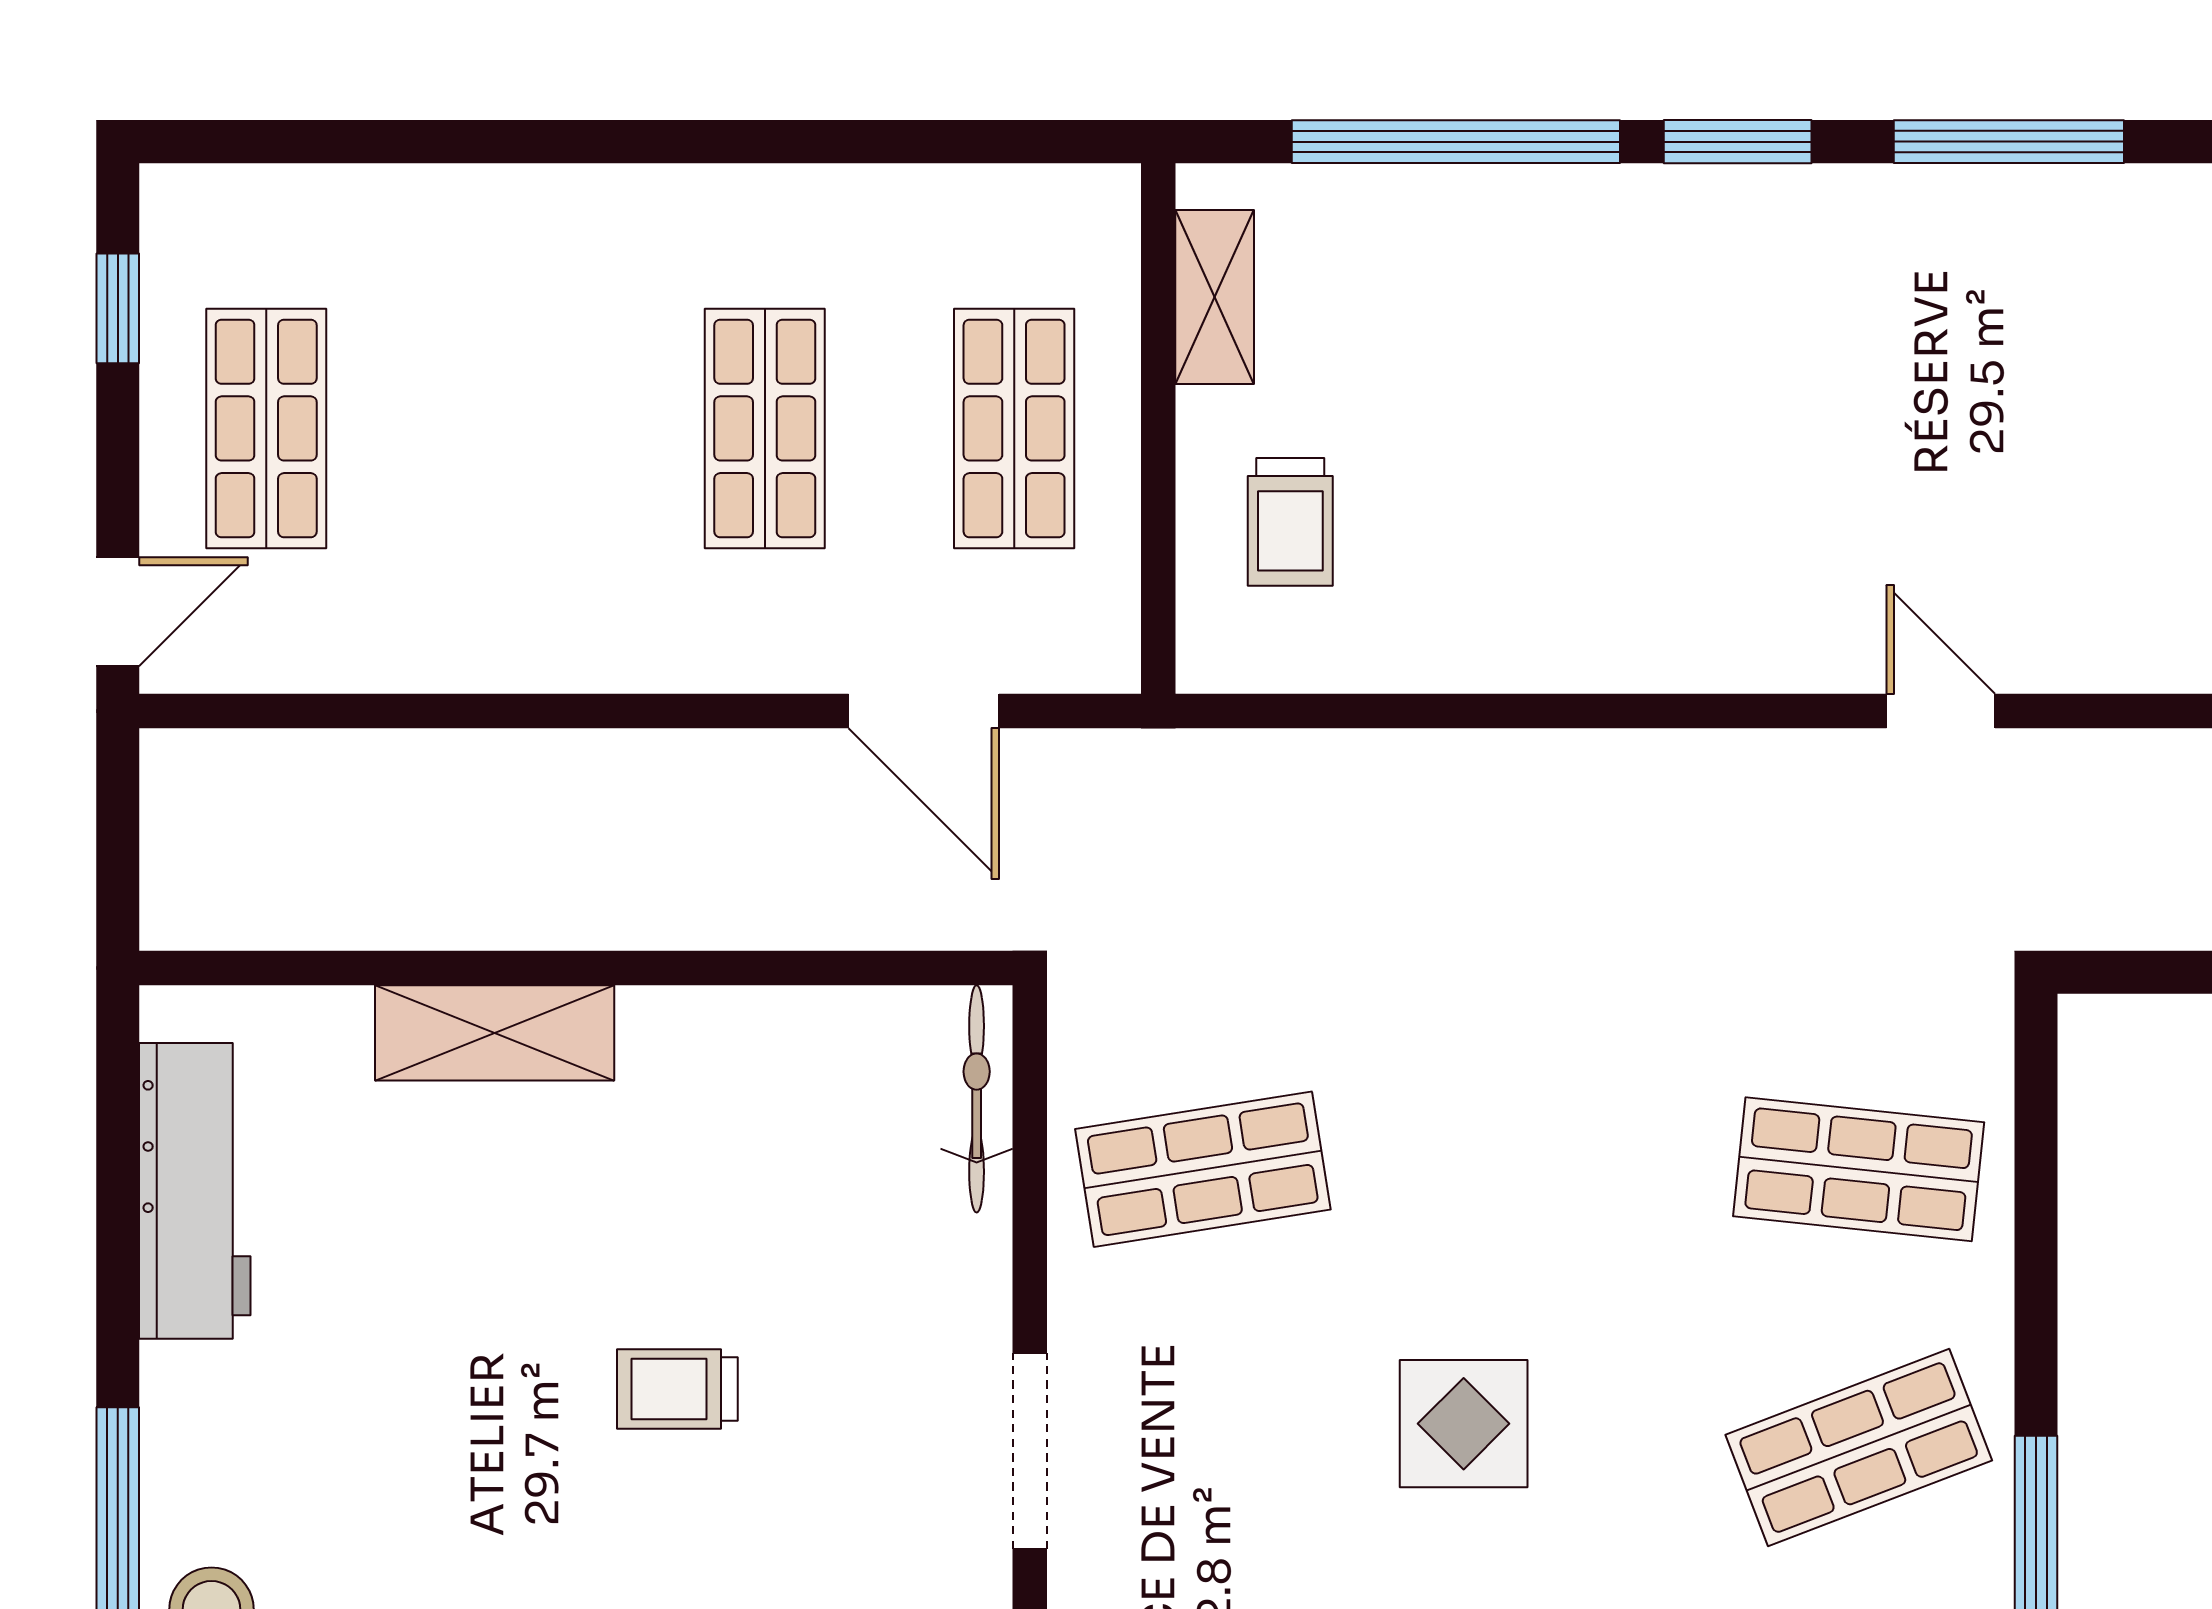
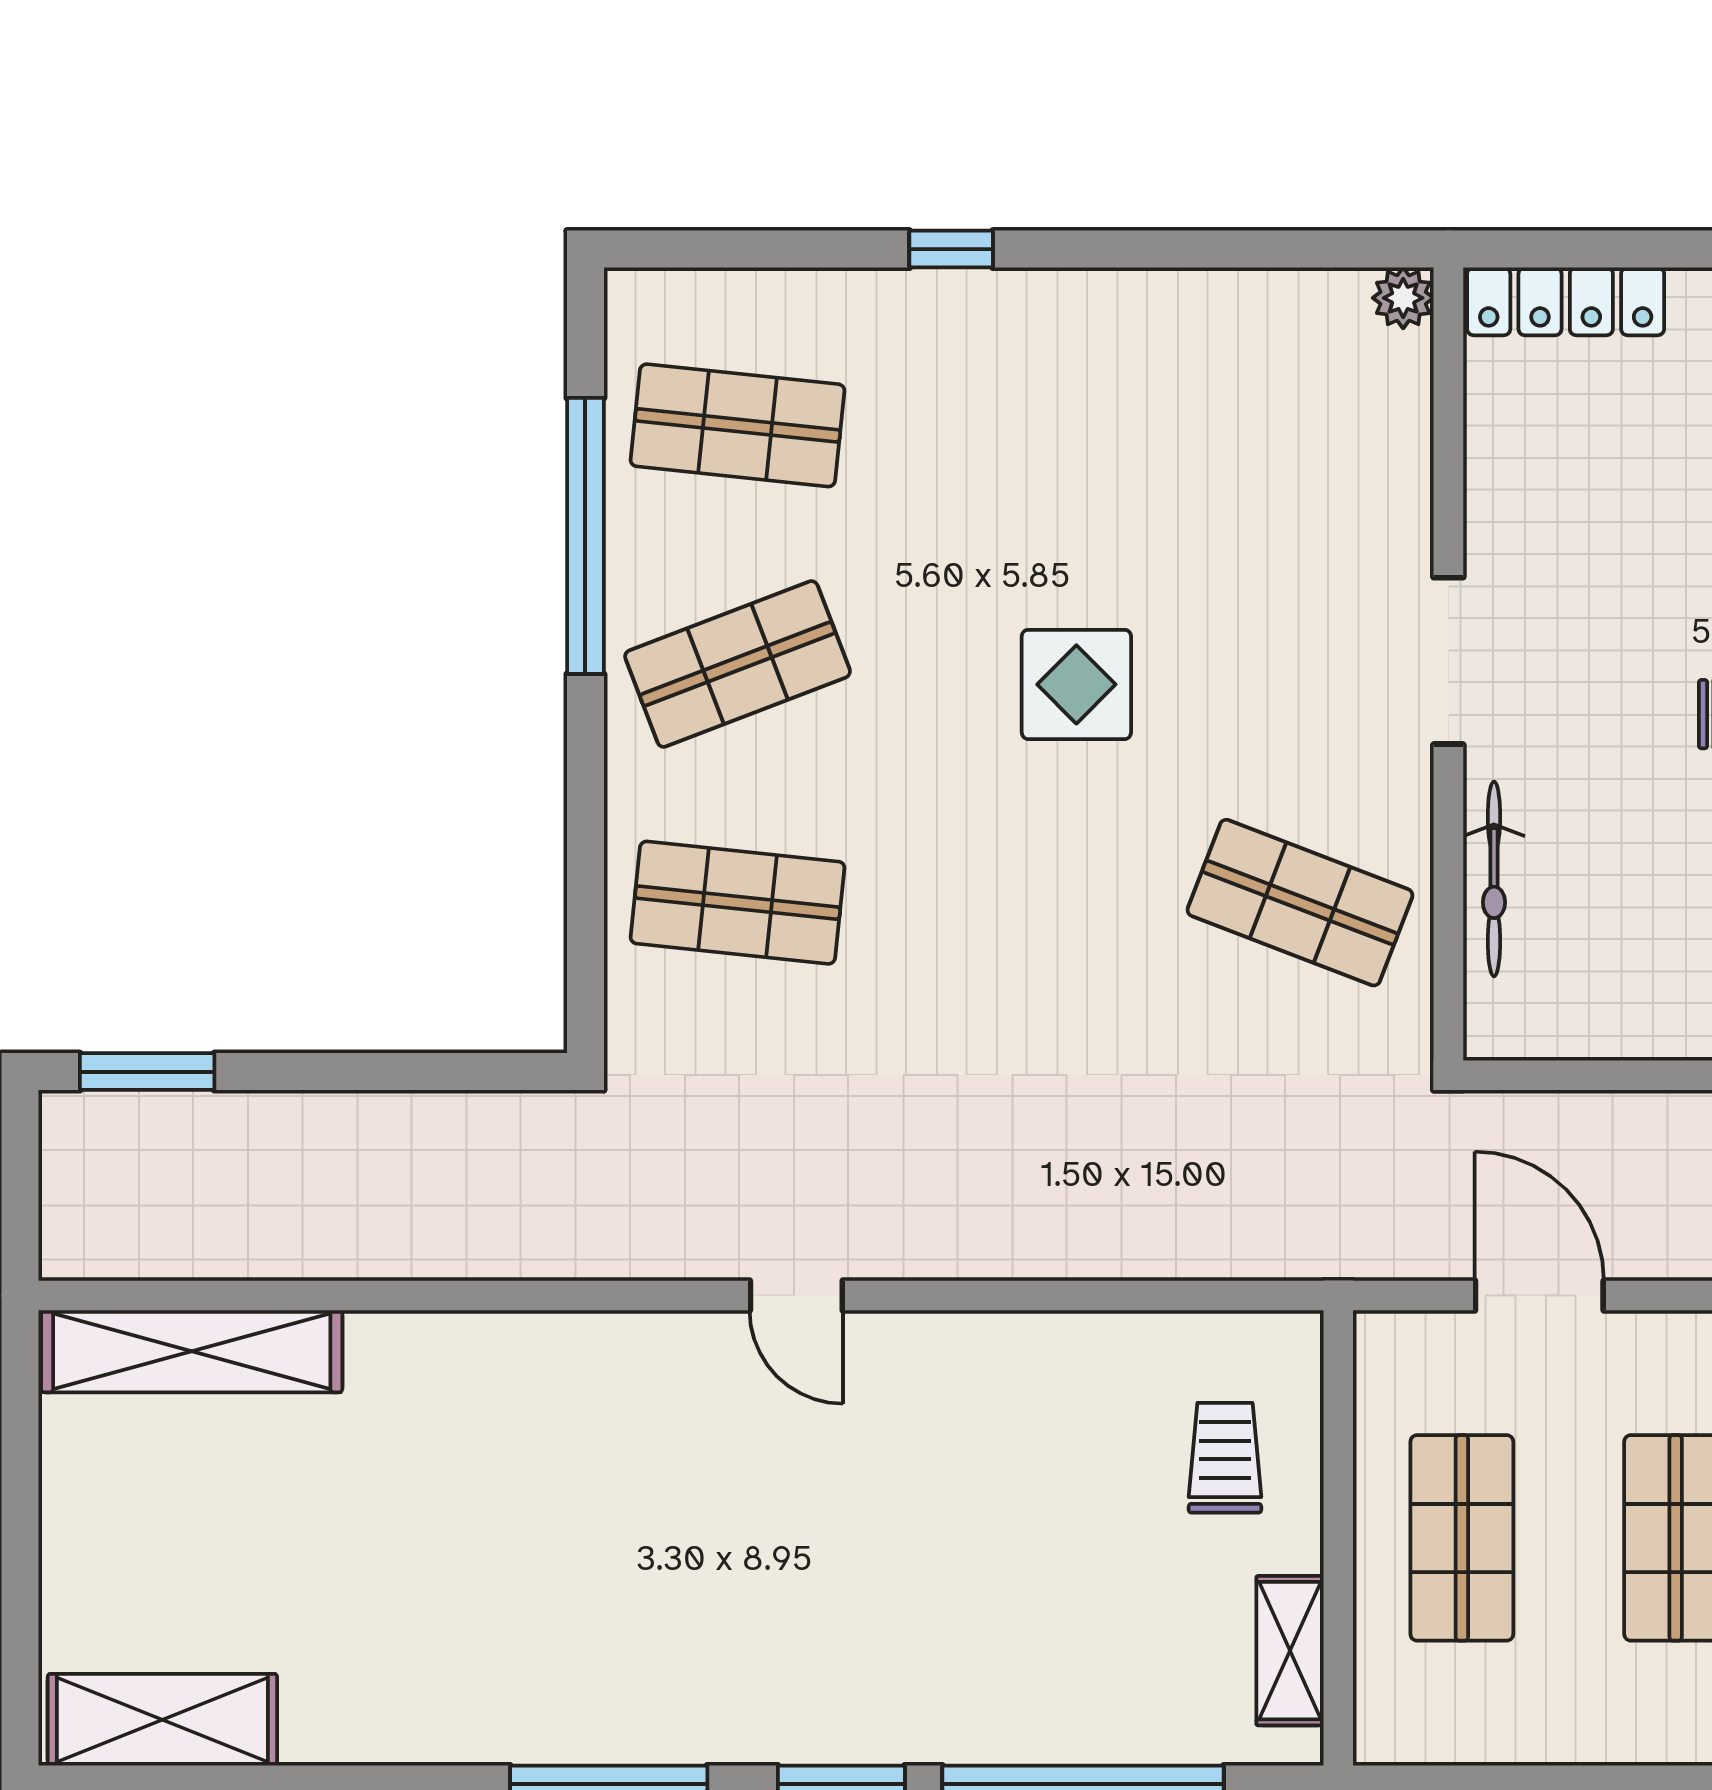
door: (1941, 711) -> (796, 1296), moved
bicycle: (977, 1099) -> (1494, 879), moved
shop shelf: (1203, 1169) -> (1300, 903), turned 30

